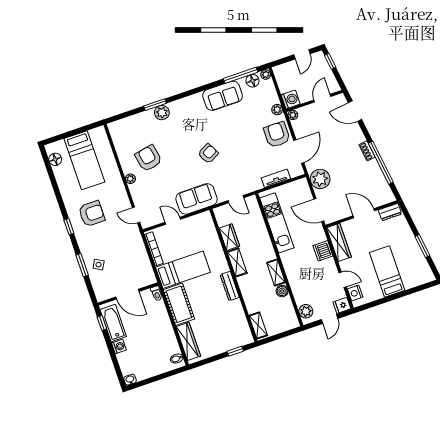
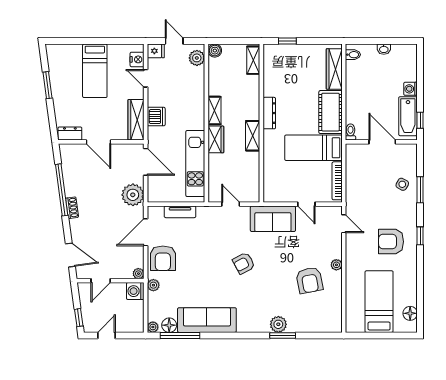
sofa: (223, 96) -> (207, 320), width x1.36
wardrobe: (229, 237) -> (216, 139), moved, turned 180
boiler: (282, 291) -> (215, 51), moved
door: (330, 319) -> (174, 41), hinge flipped
washbasin: (130, 380) -> (384, 49), moved

